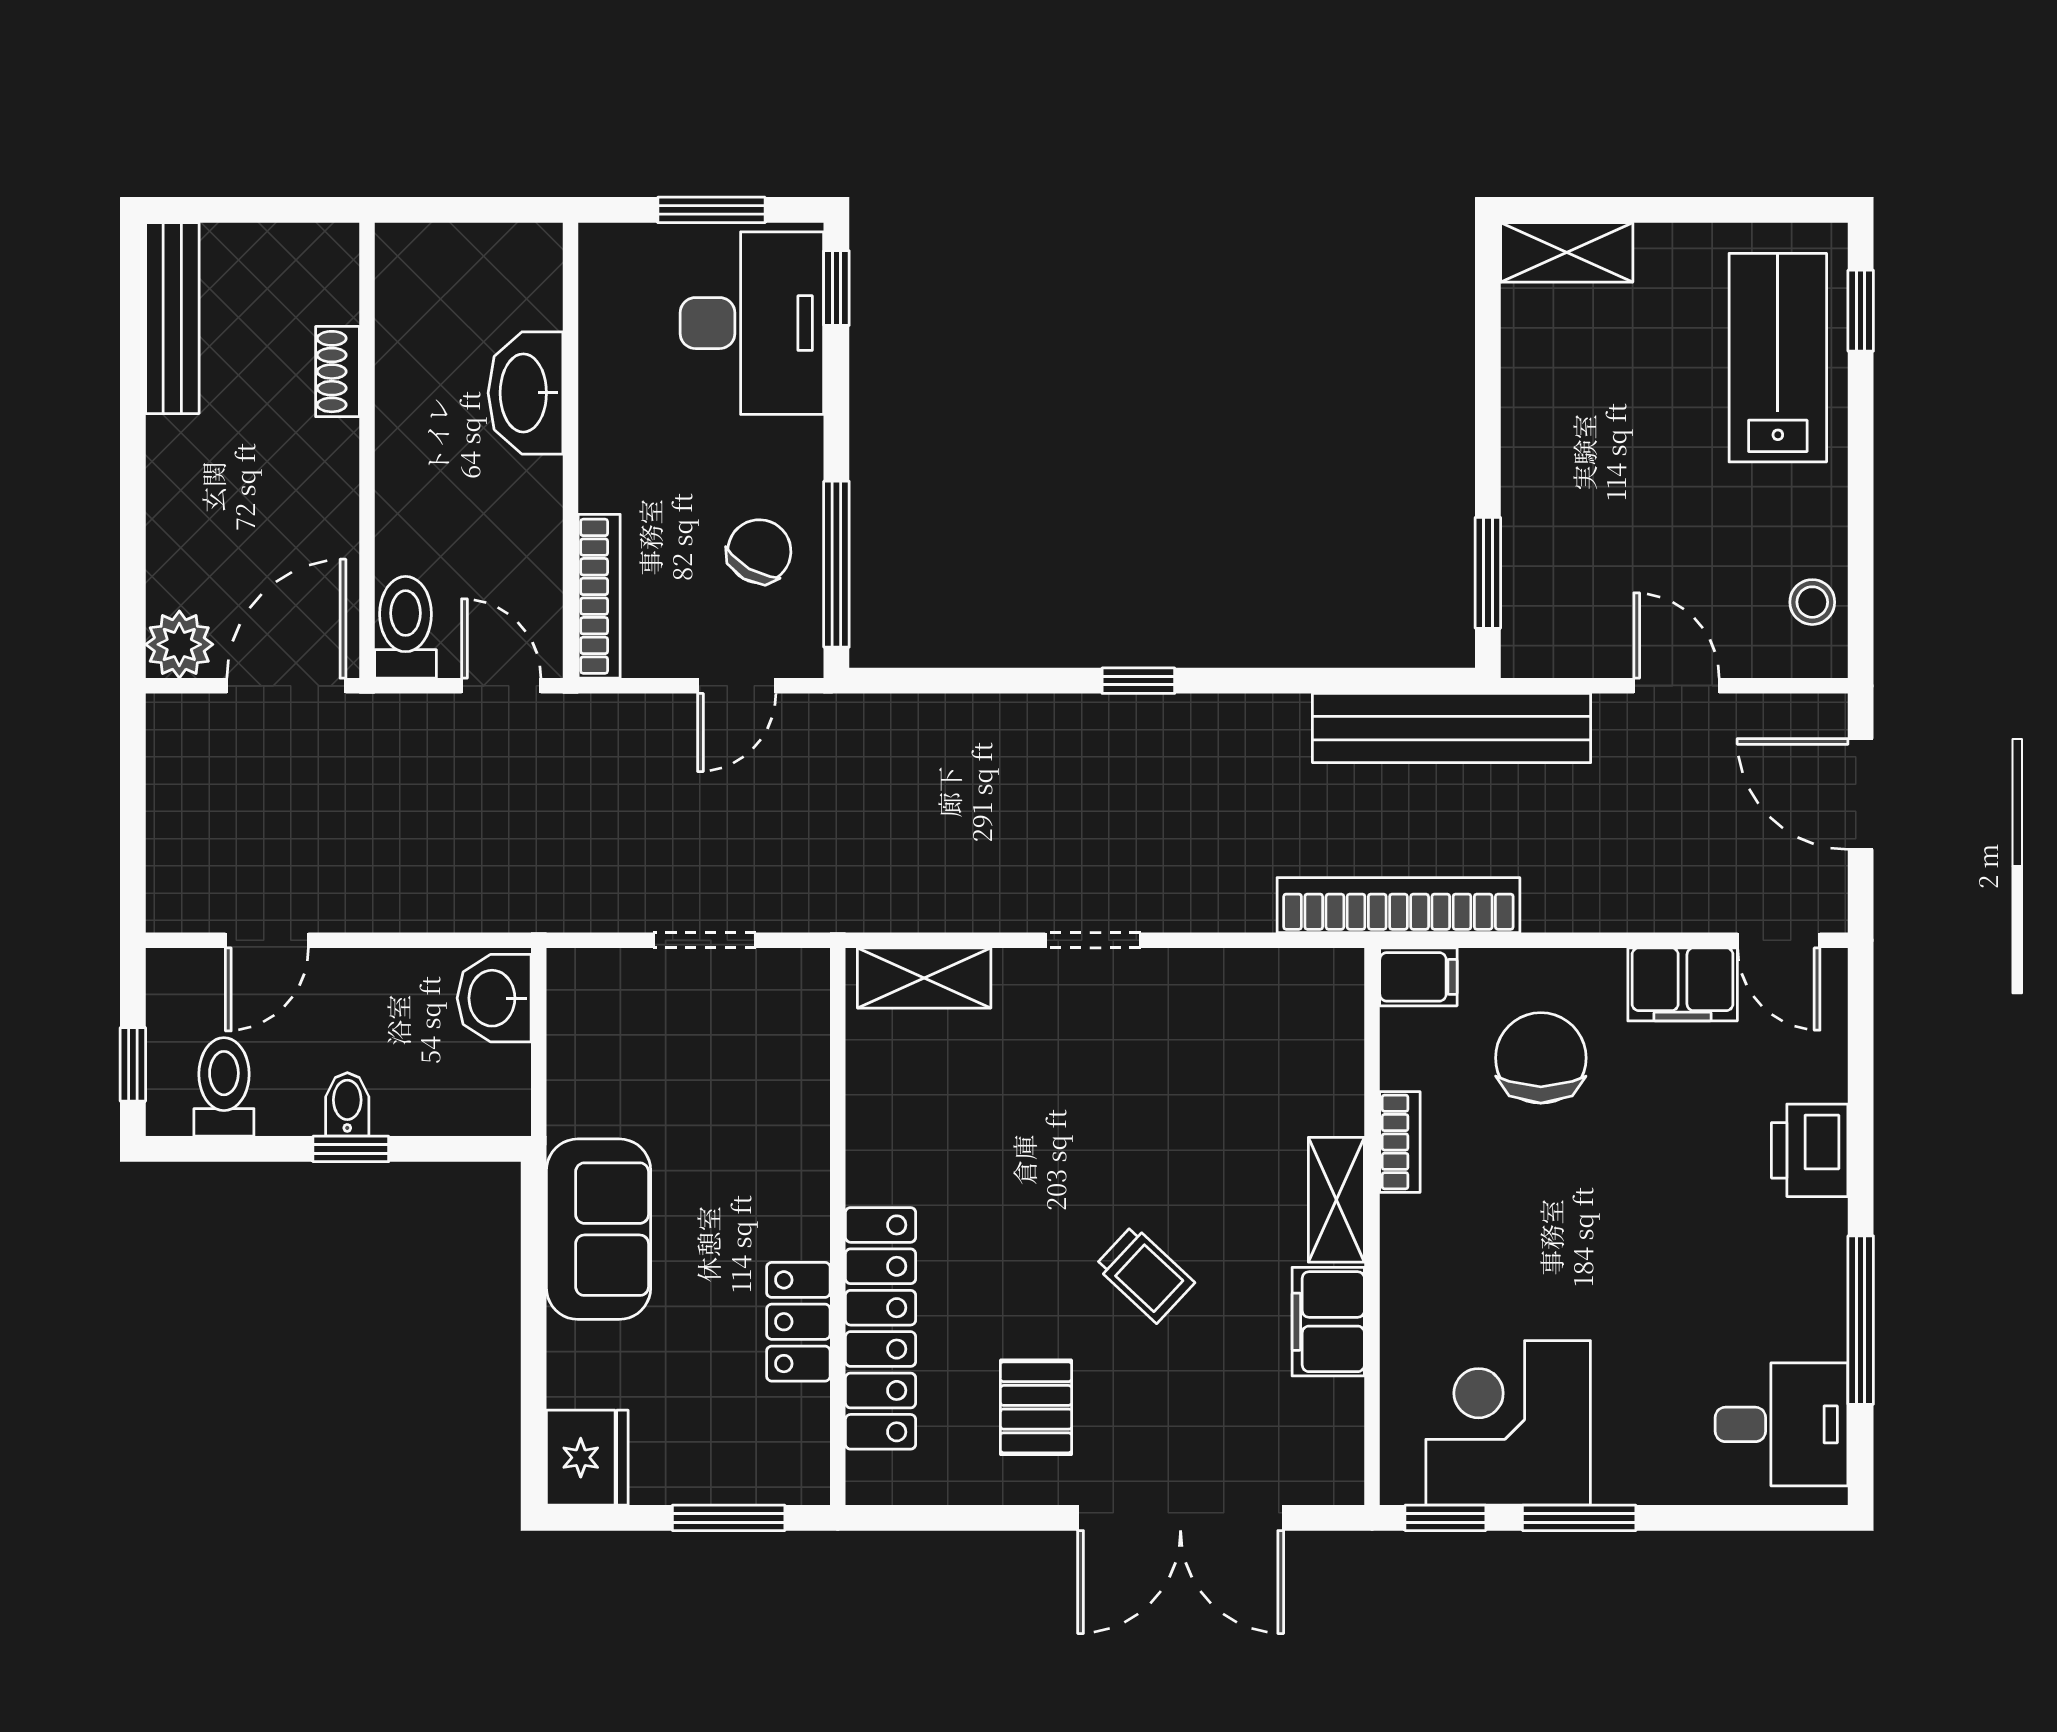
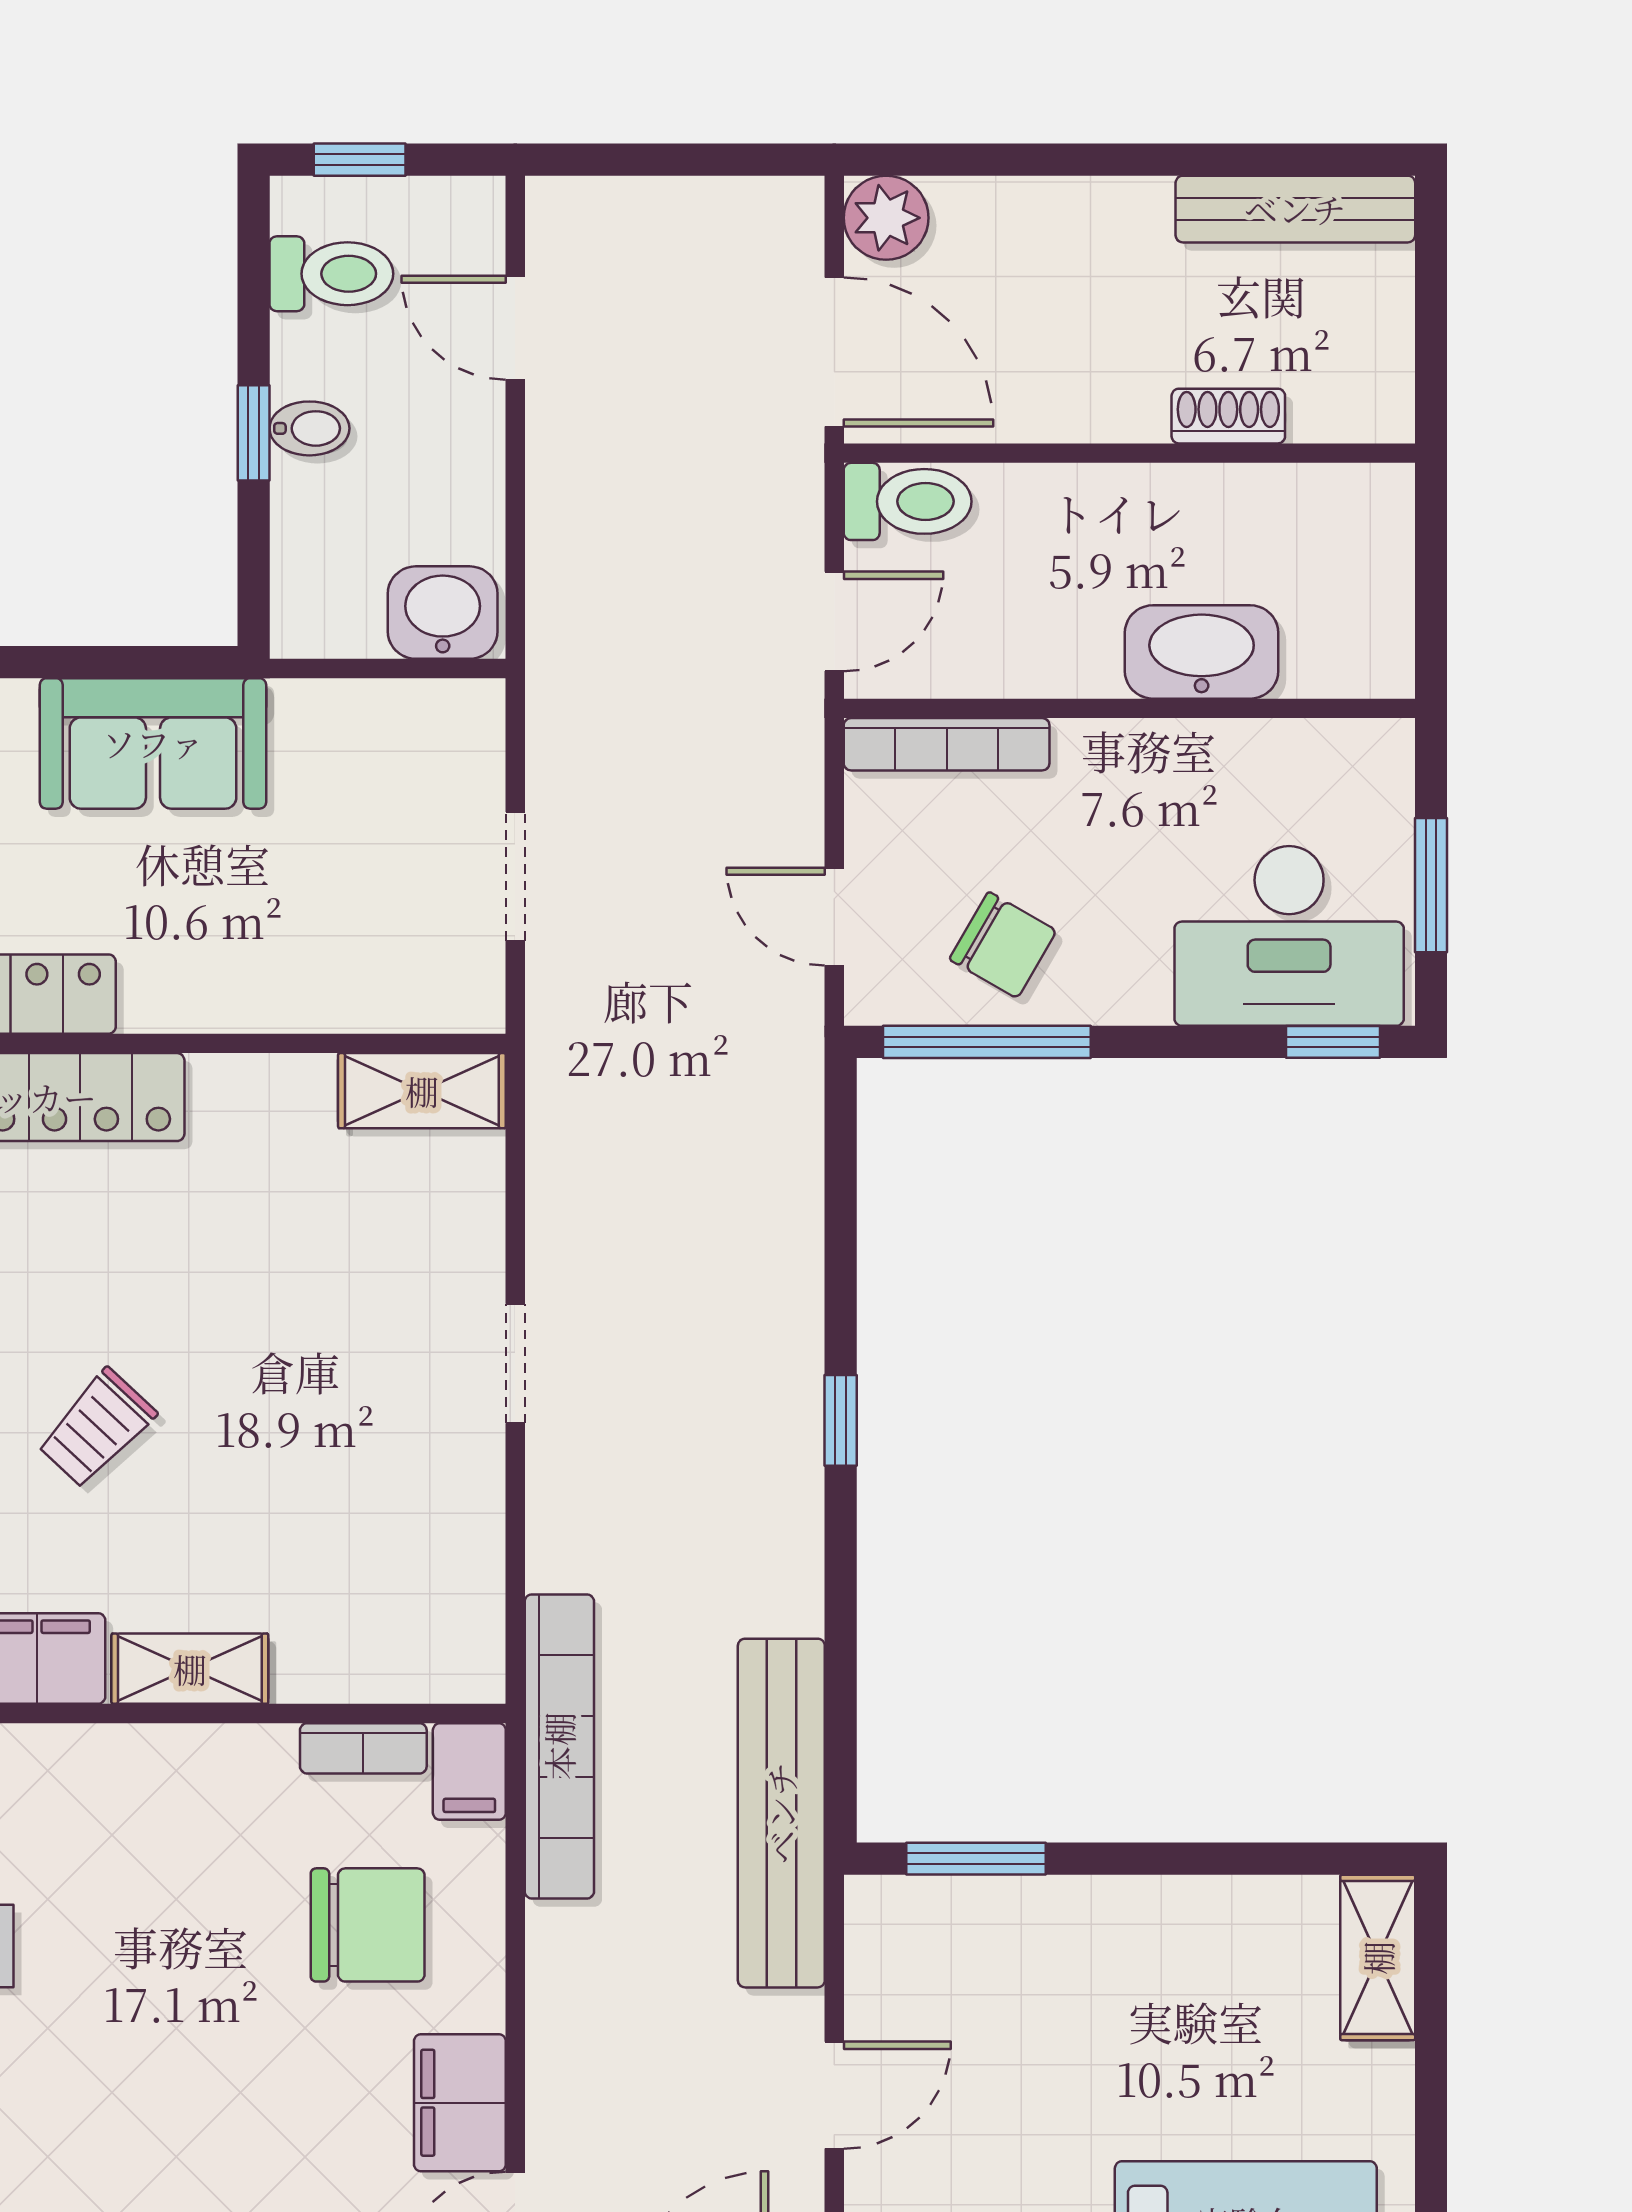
shelving: (924, 978) -> (422, 1091), moved, turned 90
bookcase: (1400, 1142) -> (363, 1748), moved

